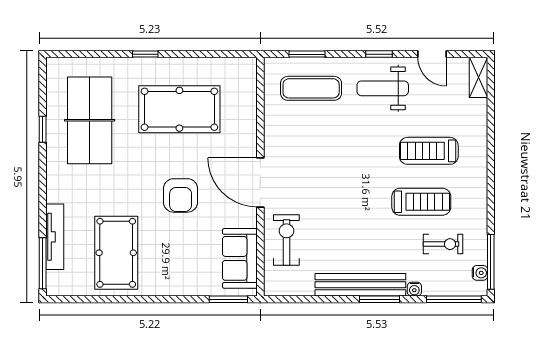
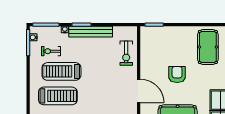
treadmill: (429, 151) -> (58, 96), width x1.37, depth x1.38
door: (260, 182) -> (139, 91), moved
treadmill: (421, 202) -> (61, 71), width x1.37, depth x1.38
sofa: (240, 258) -> (149, 44), removed

